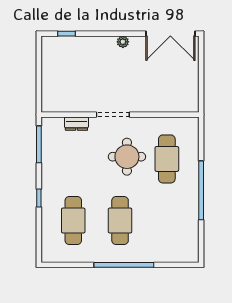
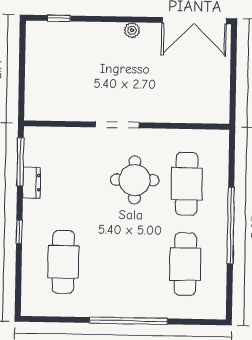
dresser: (76, 124) -> (32, 182), moved, turned -90
cafe table: (120, 220) -> (185, 264), moved

